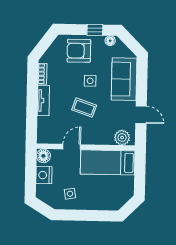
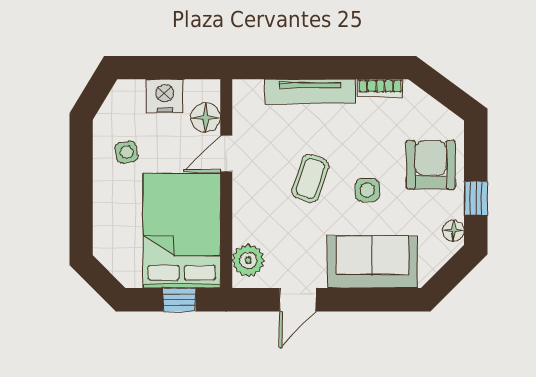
tv unit: (43, 101) -> (310, 92), width x1.41
door: (72, 147) -> (226, 154), swing flipped
floor lamp: (43, 156) -> (206, 118), moved
bed: (108, 162) -> (182, 231), width x1.50
window: (140, 170) -> (179, 300), added

